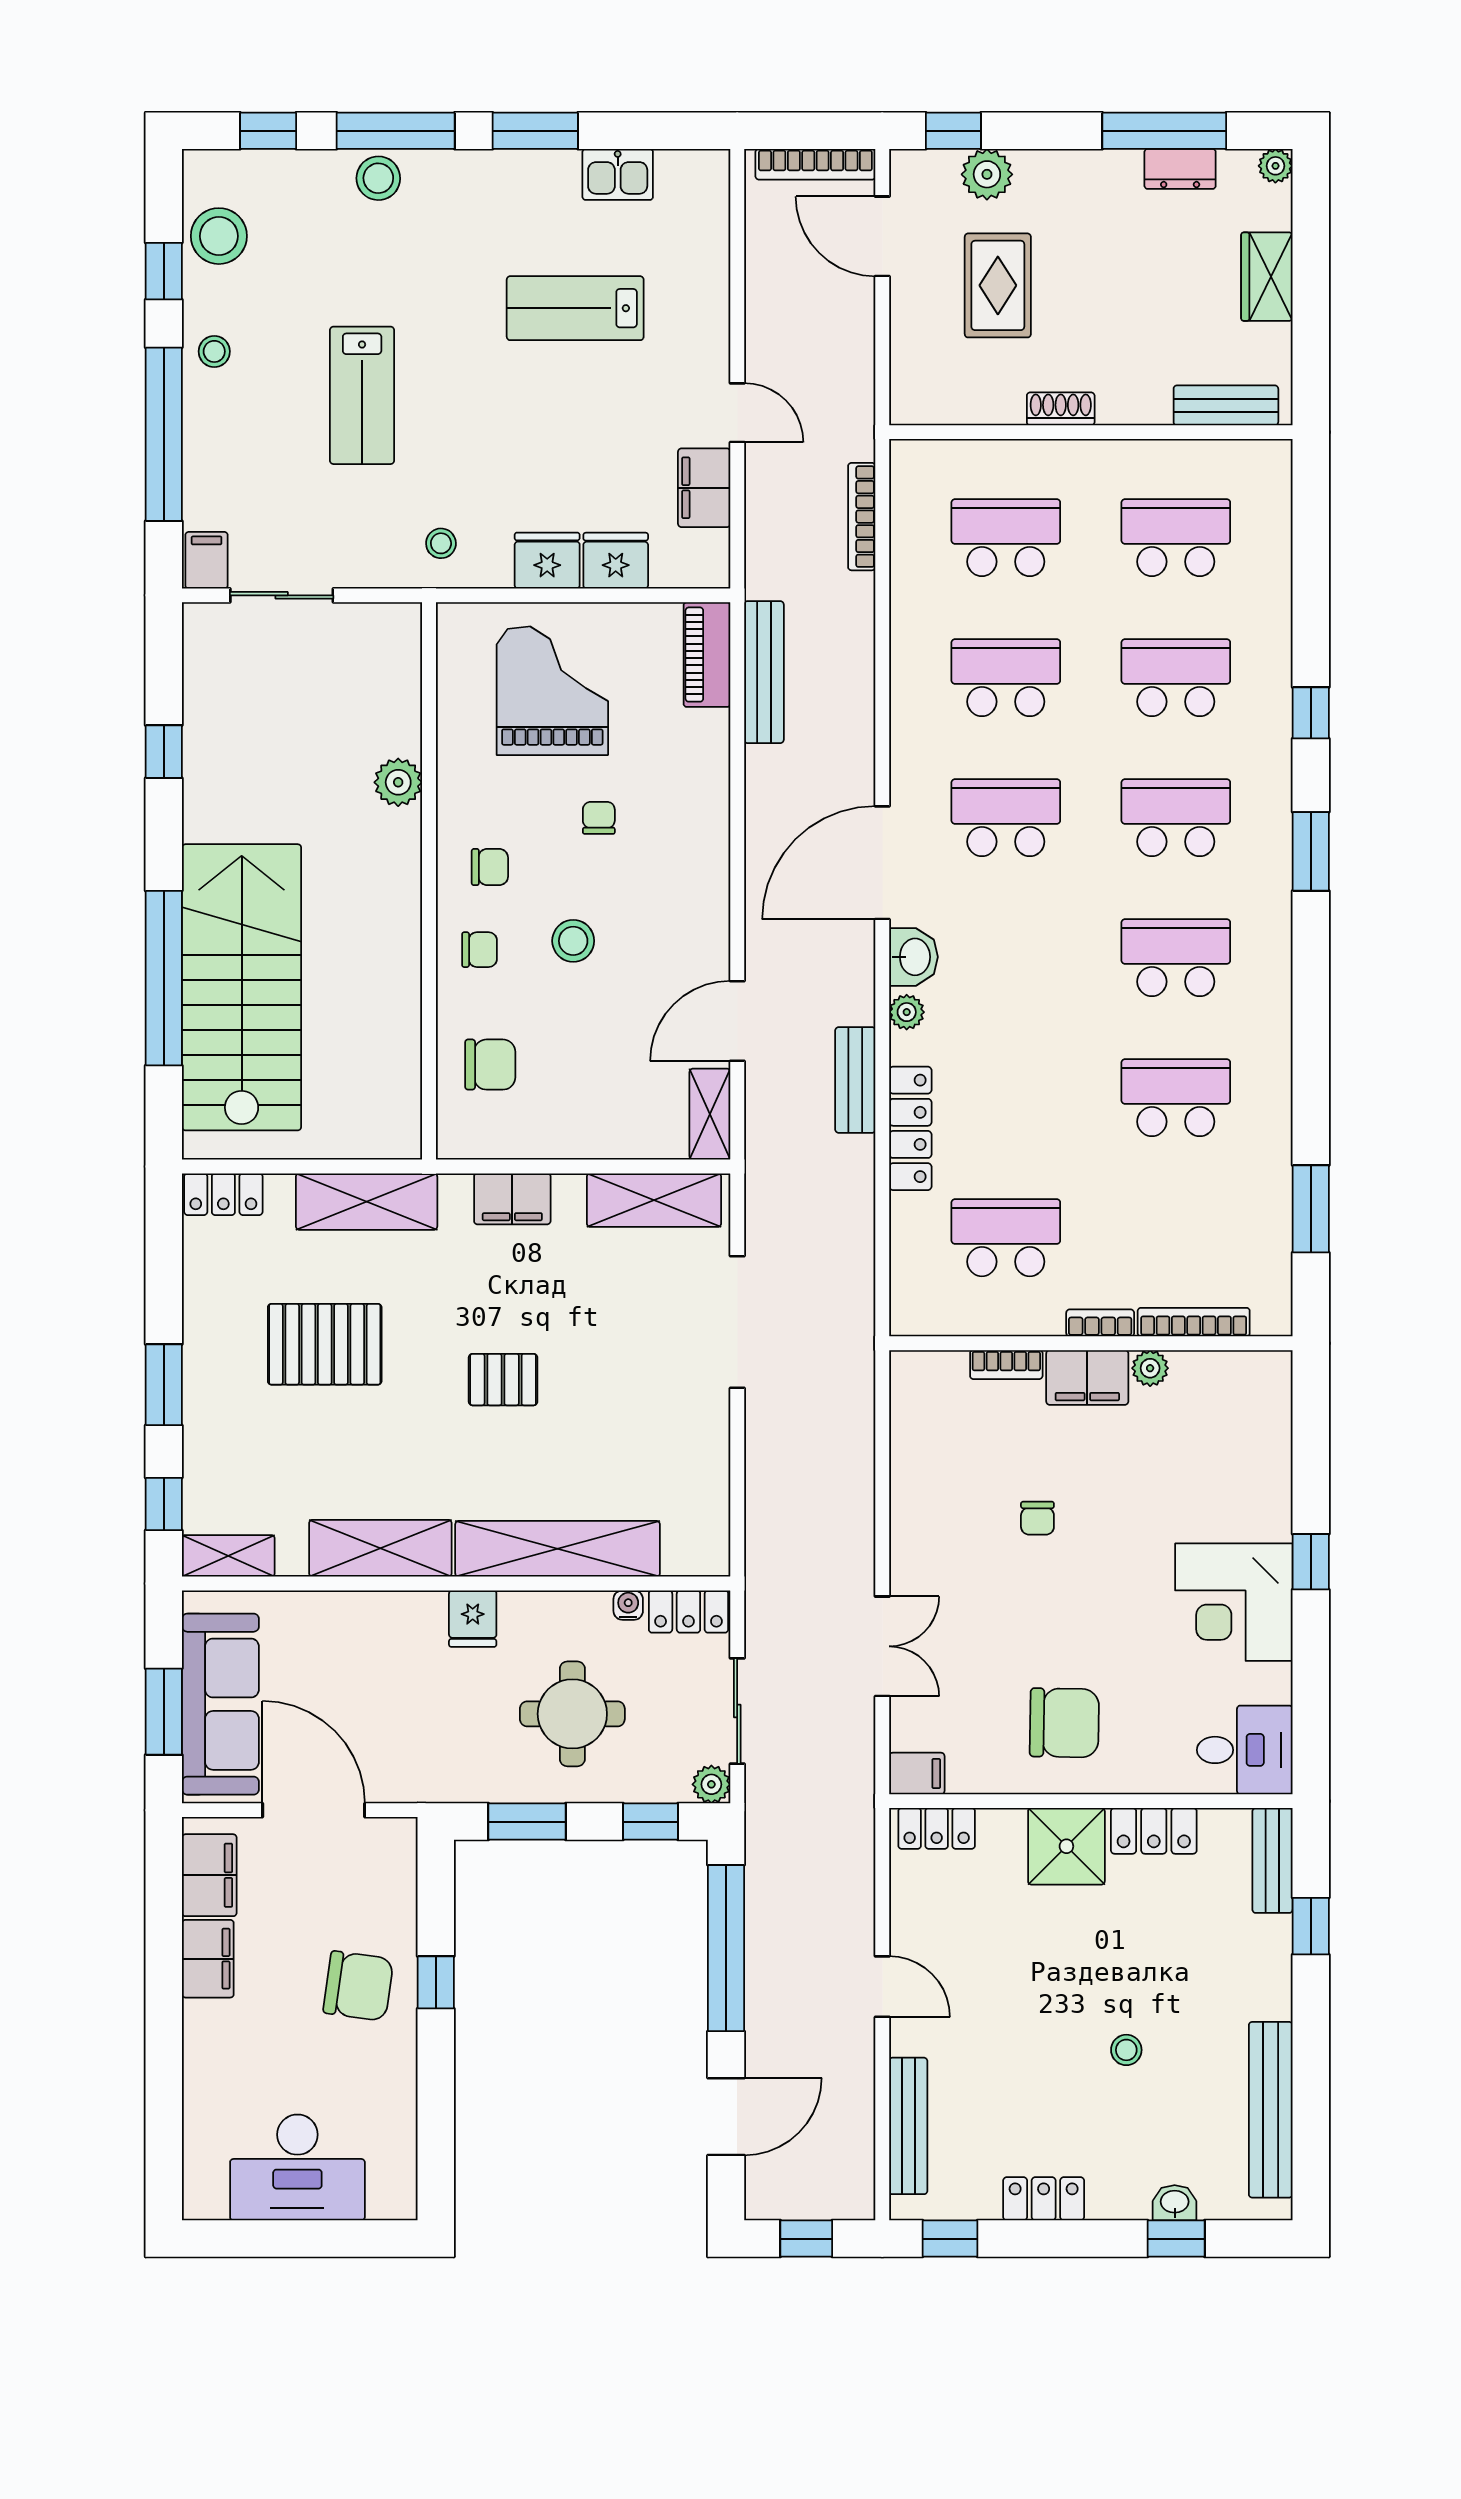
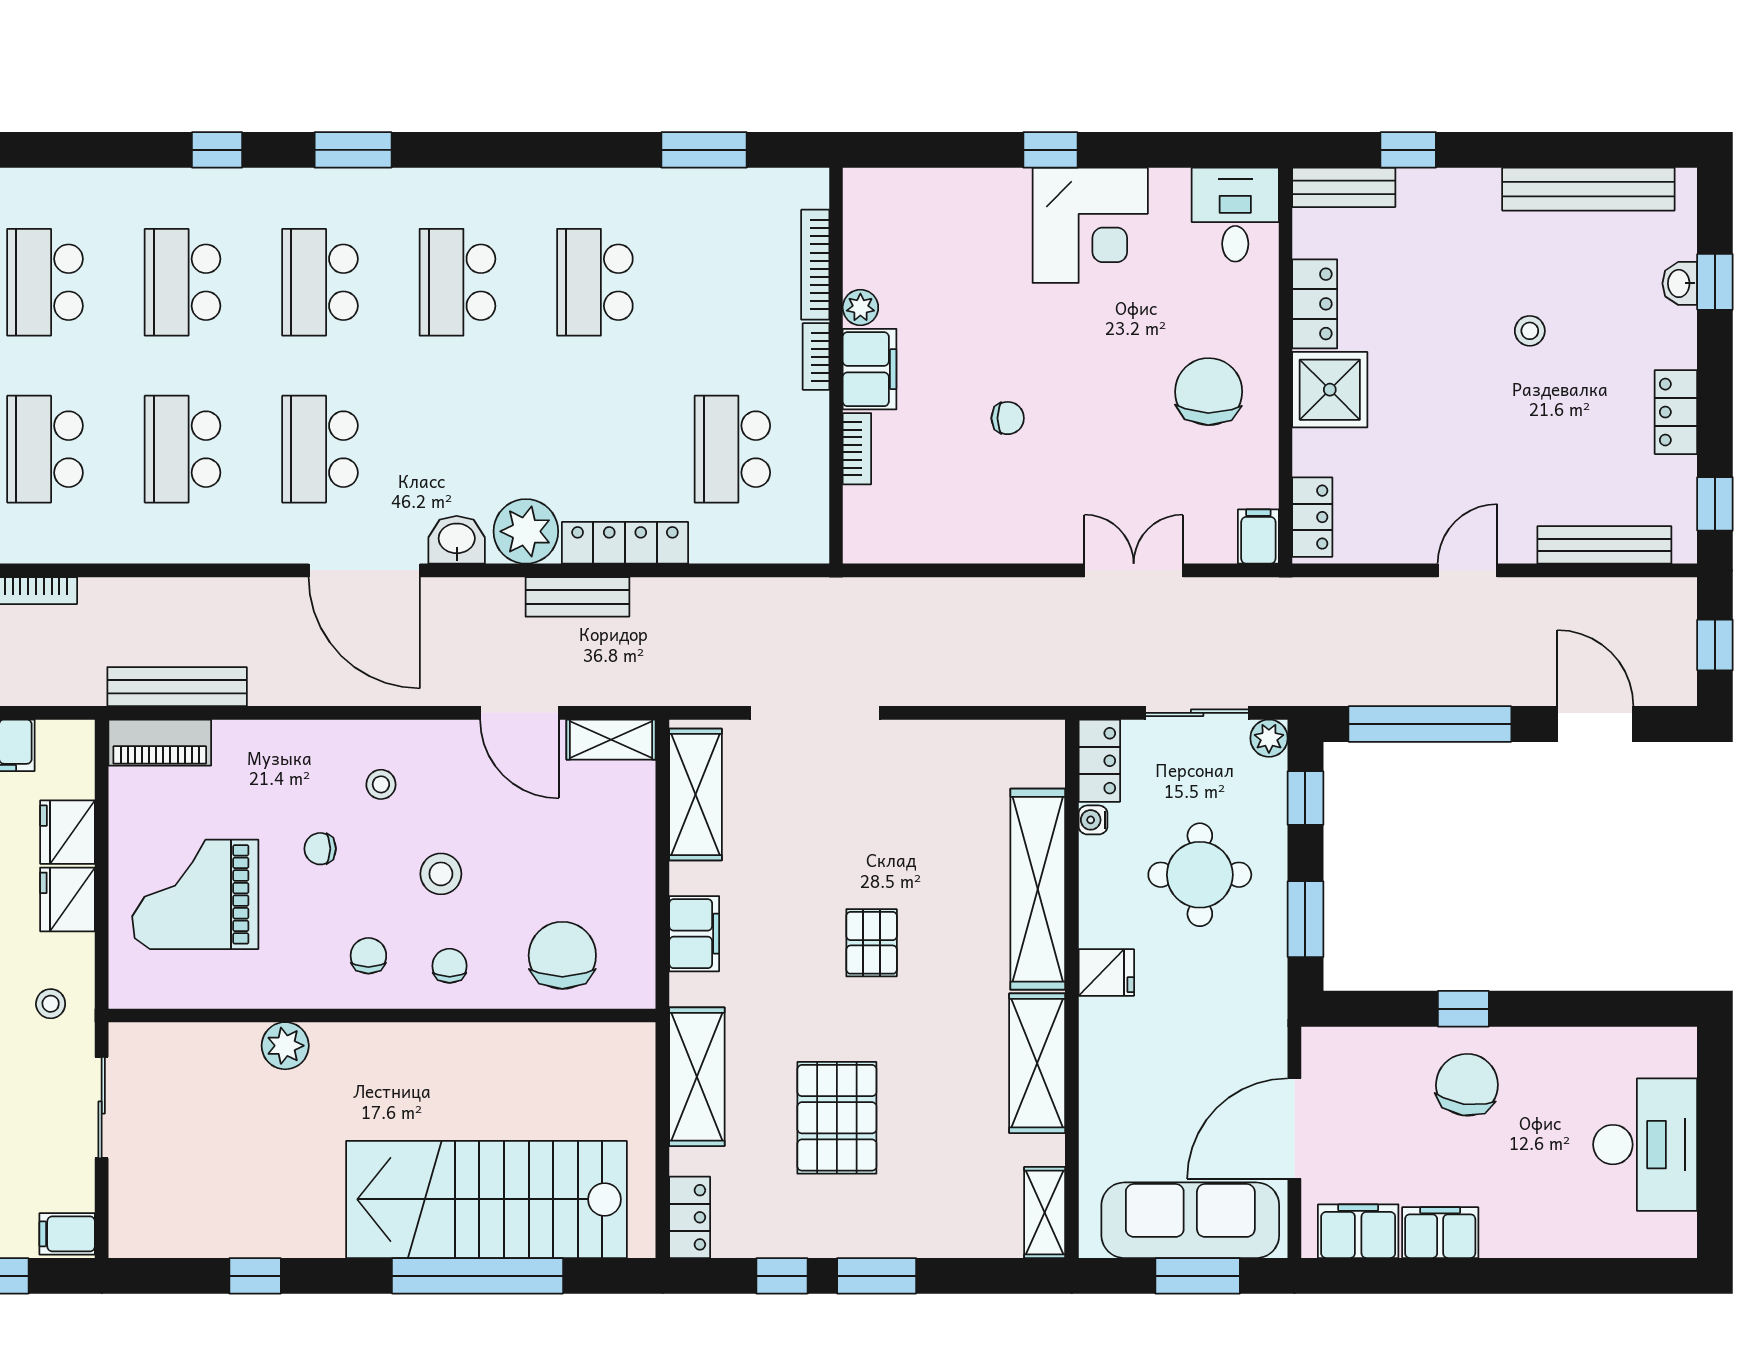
sliding door: (282, 595) -> (102, 1108), moved
stool: (664, 880) -> (381, 784), added
plant: (907, 1012) -> (526, 531), width x1.88, depth x1.88
chair: (490, 1065) -> (562, 955), width x1.37, depth x1.37
window: (164, 1504) -> (782, 1276), moved

